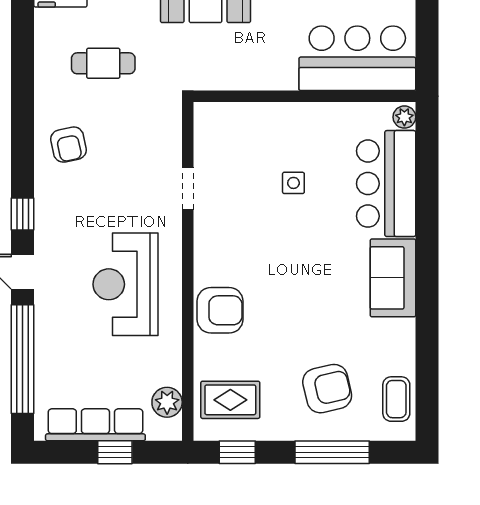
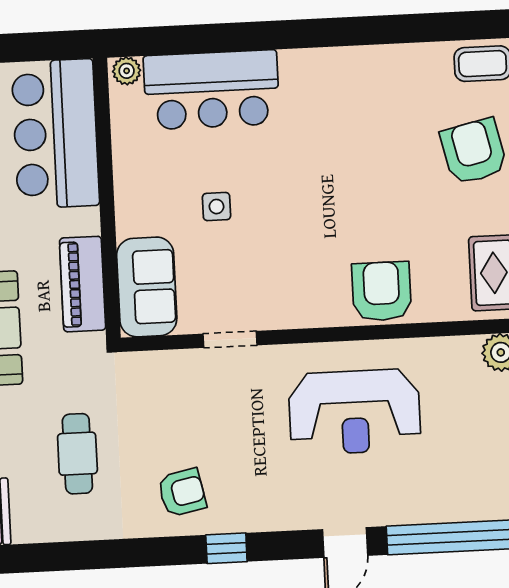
piano: (237, 74) -> (83, 284), added
window: (23, 214) -> (226, 548), moved
sofa: (393, 278) -> (147, 287), moved, turned -90

